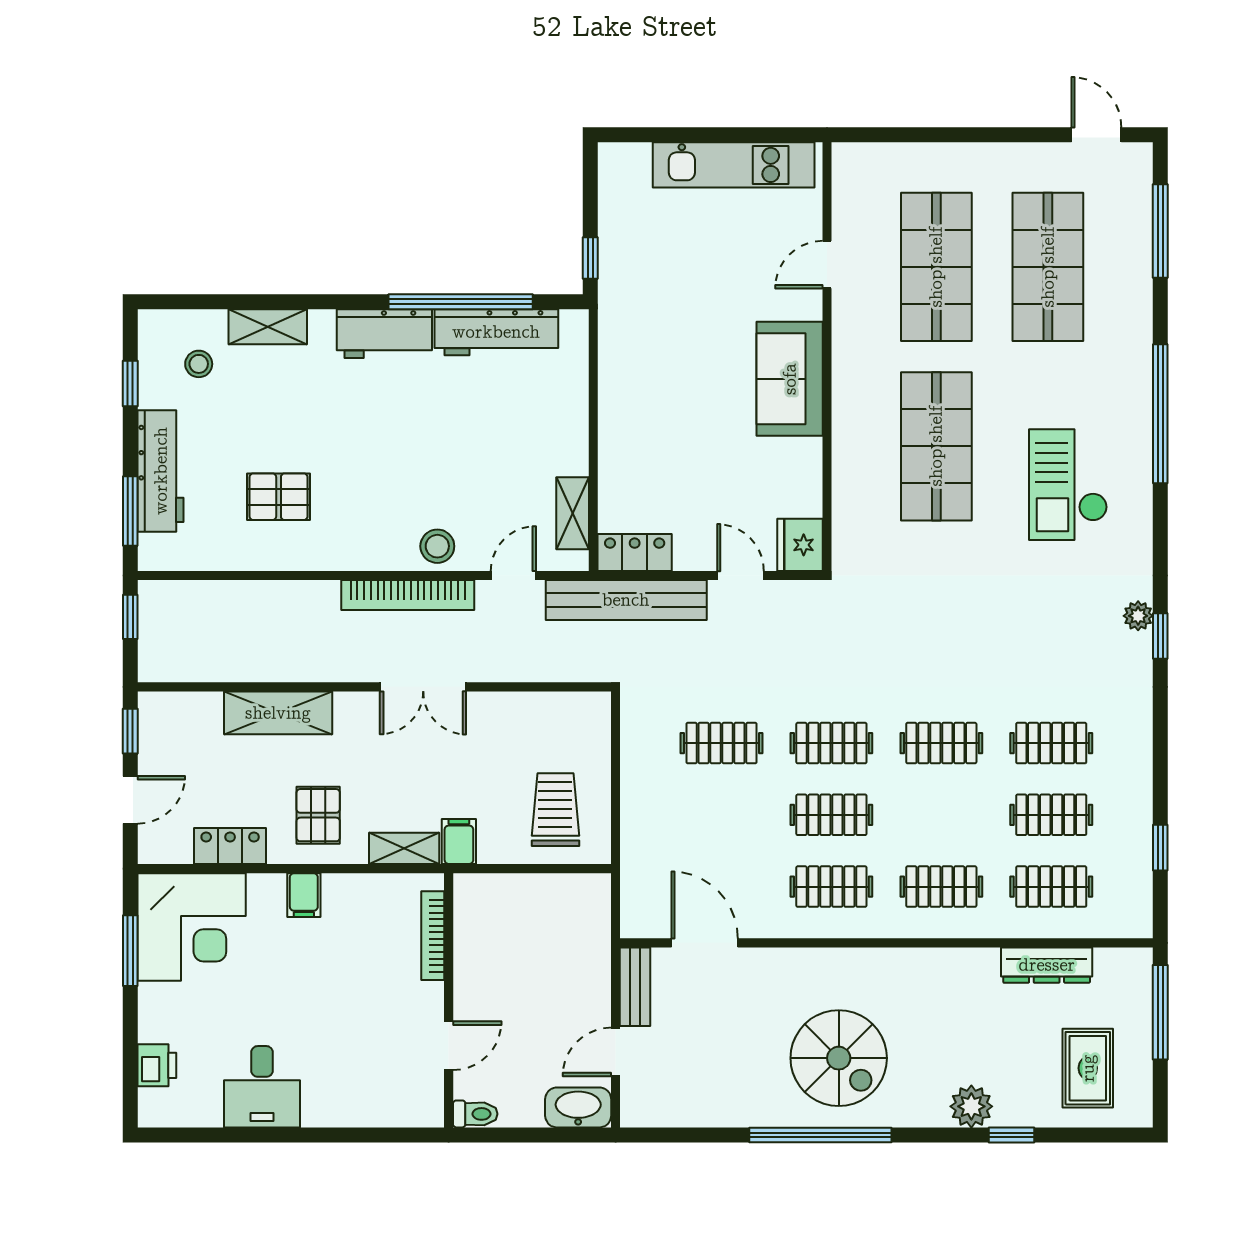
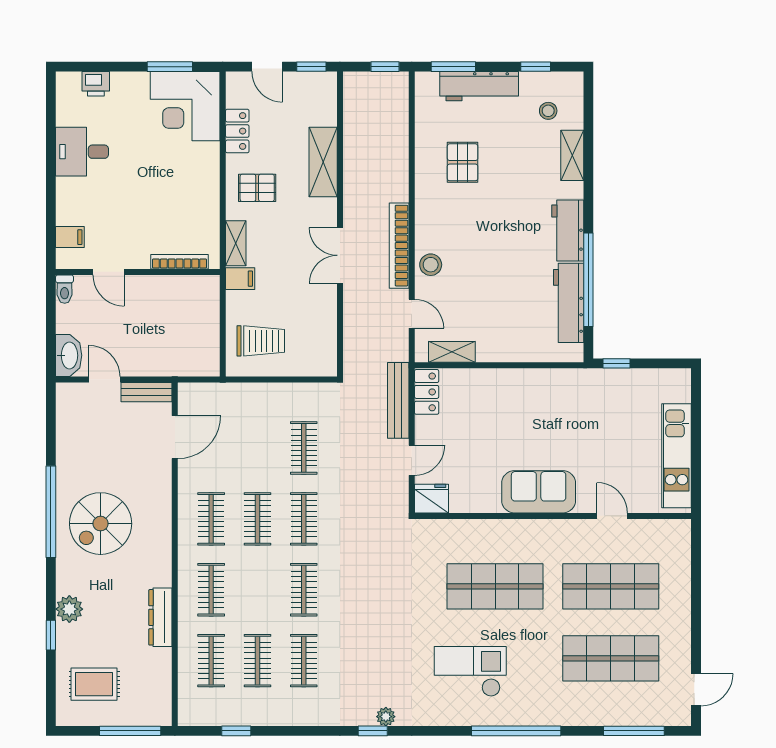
bench: (626, 600) -> (398, 400), width x0.73, depth x0.82
filing cabinet: (304, 895) -> (70, 237), moved, turned 180
dresser: (1047, 965) -> (160, 617), moved

